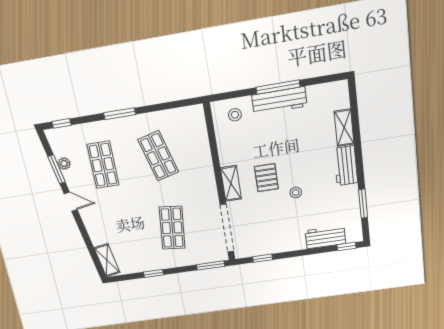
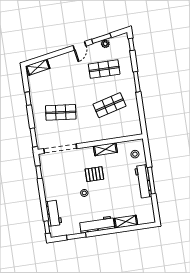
workbench: (346, 166) -> (97, 225), width x1.38
shelving: (231, 183) -> (105, 149), moved

